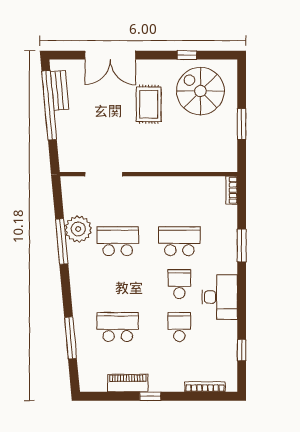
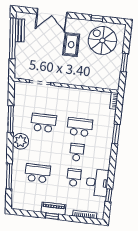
plant: (78, 229) -> (20, 141), moved
desk: (220, 297) -> (97, 183), moved
piano: (128, 383) -> (53, 208), moved

